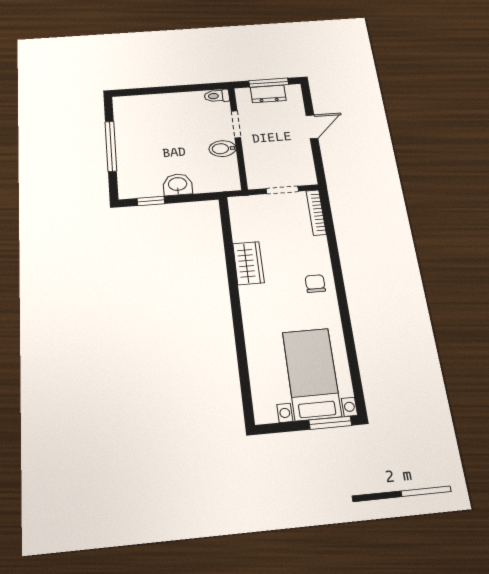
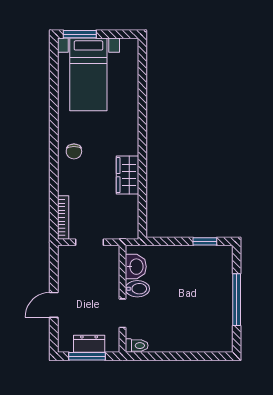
washbasin: (178, 185) -> (136, 267), moved, turned -90

